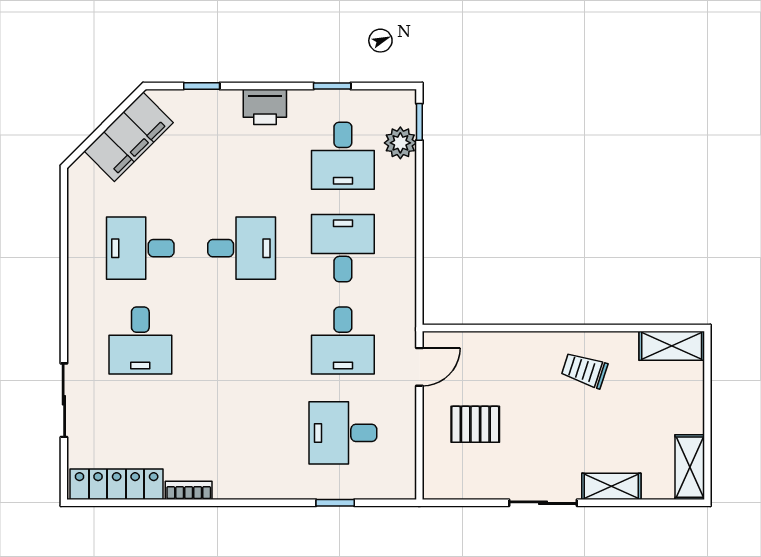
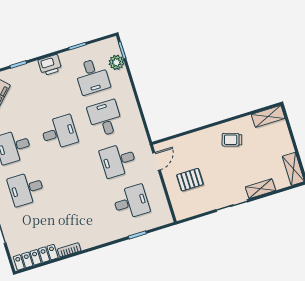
desk: (140, 341) -> (26, 189), turned 90
desk: (343, 341) -> (118, 160), turned 90
desk: (343, 433) -> (131, 202), turned 180

